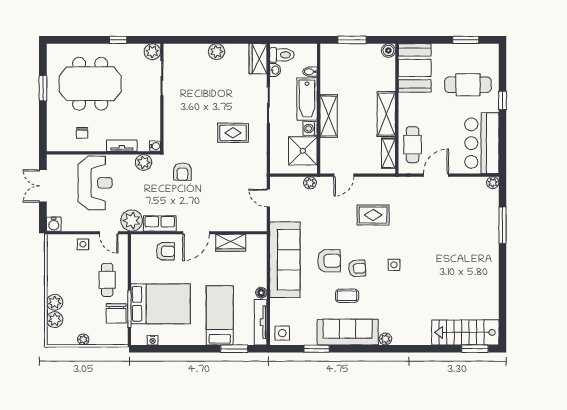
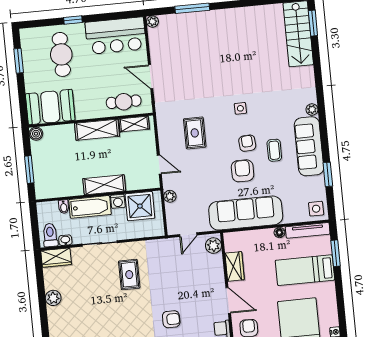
plant: (255, 223) -> (213, 246), added

